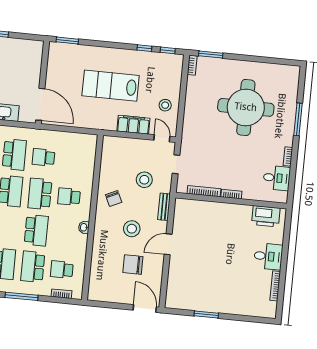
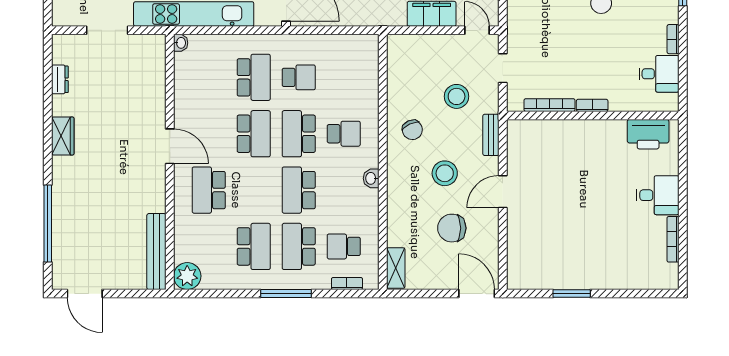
school desk: (43, 157) -> (299, 77), turned 180
school desk: (69, 197) -> (344, 134), turned 180
school desk: (36, 230) -> (299, 190), turned 180
shelving: (94, 287) -> (396, 268), added

